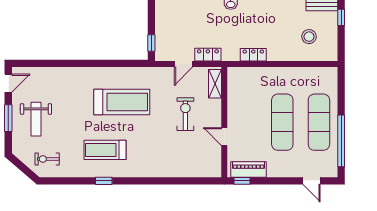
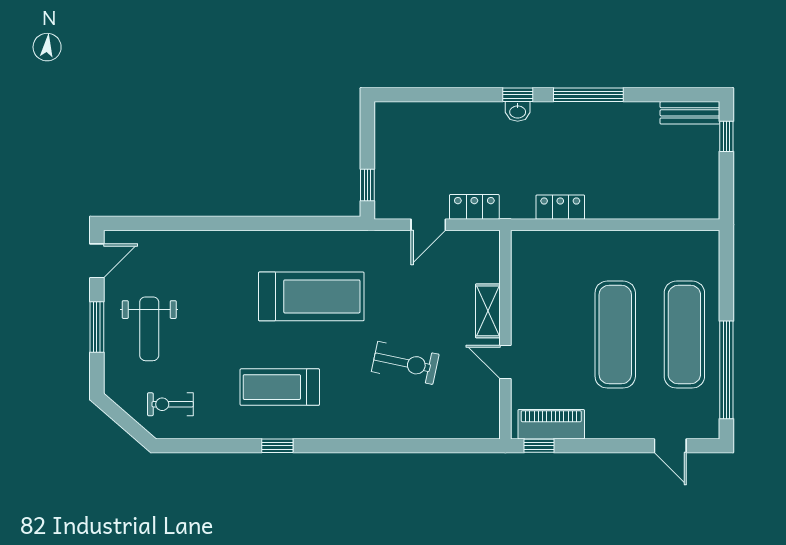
stool: (309, 37) -> (666, 173), removed
shelving: (215, 84) -> (488, 311), moved
exercise bike: (185, 114) -> (405, 363), moved, turned 102

